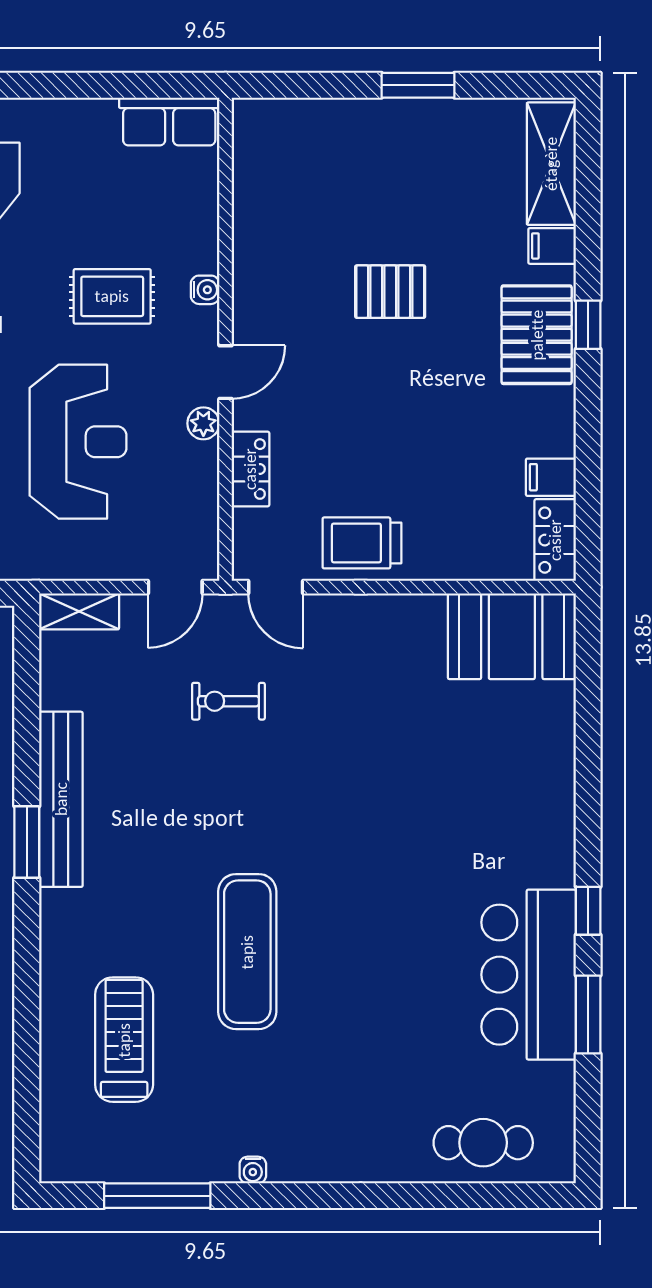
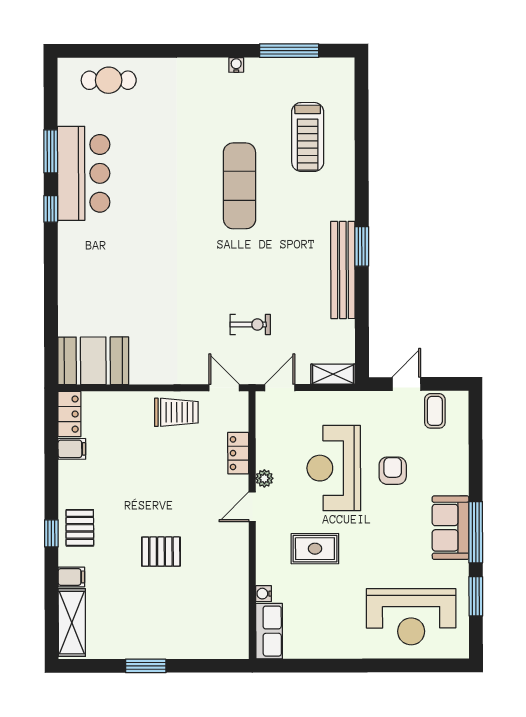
row of seats: (169, 122) -> (269, 631), moved, turned 90
water cooler: (205, 290) -> (264, 594), moved
pallet: (537, 335) -> (80, 528), width x0.67, depth x0.71

